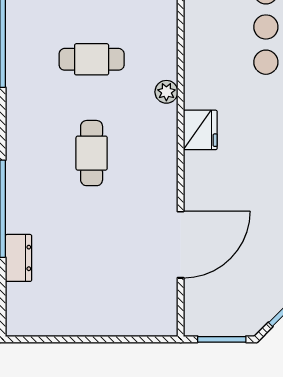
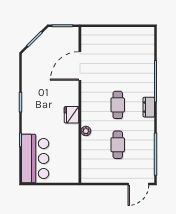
cafe table: (92, 59) -> (118, 145), turned 90
dresser: (19, 258) -> (149, 107), moved

